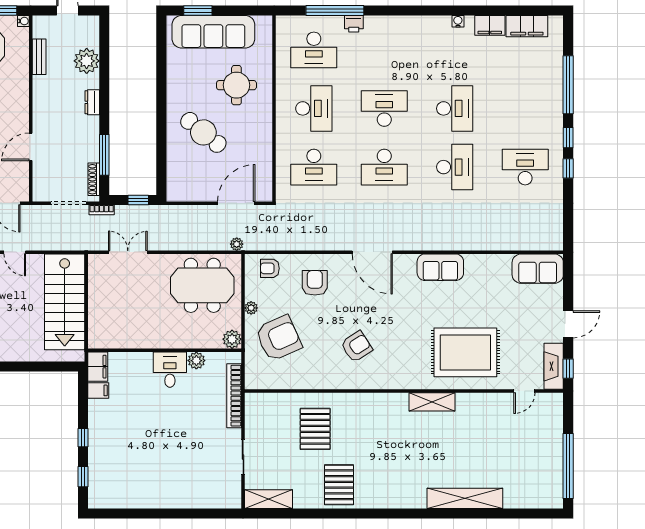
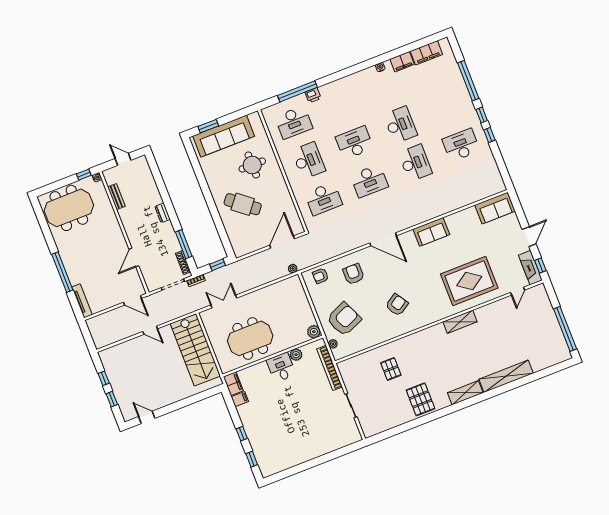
plant: (87, 61) -> (148, 187), removed
meeting table: (202, 285) -> (250, 338), moved
plant: (251, 308) -> (333, 344), moved
pallet: (315, 429) -> (391, 369), width x0.67, depth x0.71
shelving: (269, 499) -> (465, 393), moved

